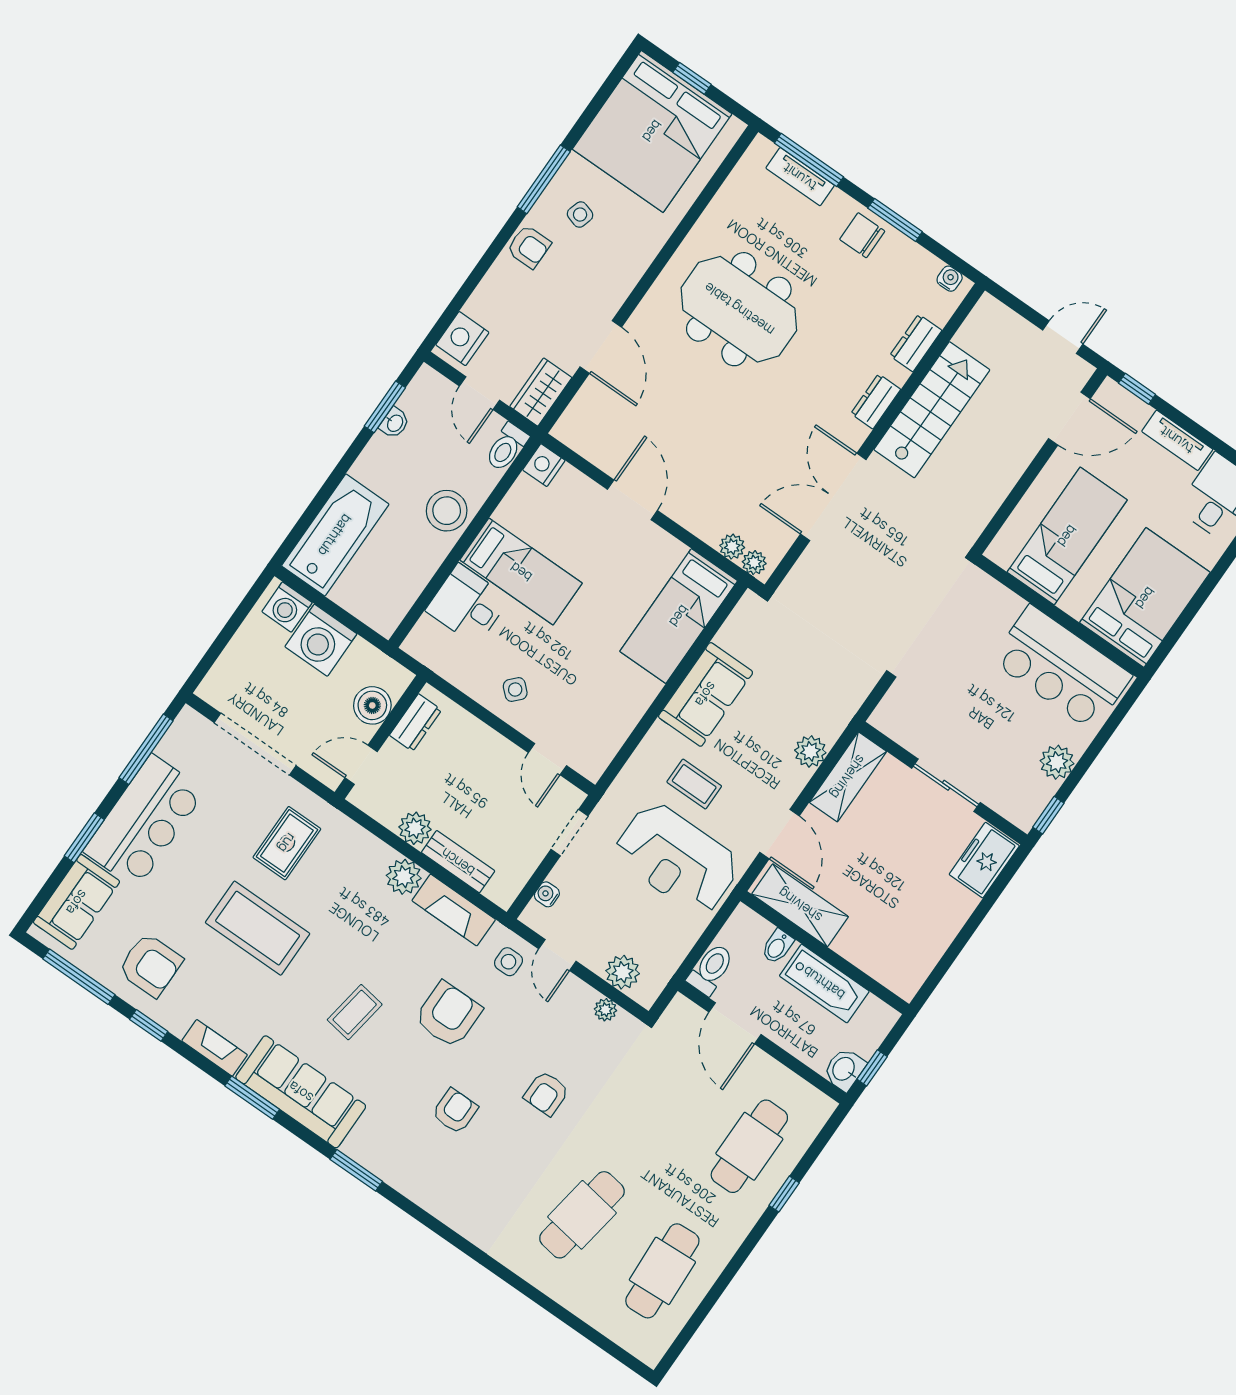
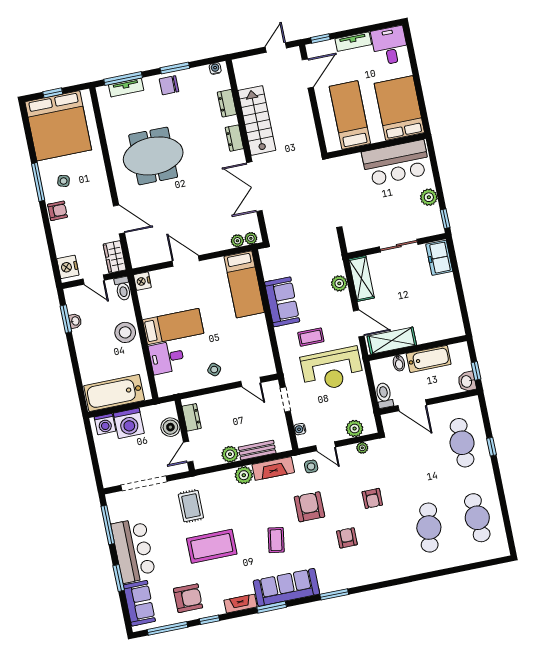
bathtub: (335, 535) -> (114, 393), moved, turned -90

